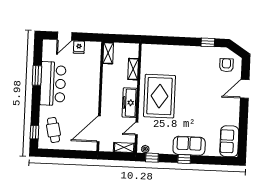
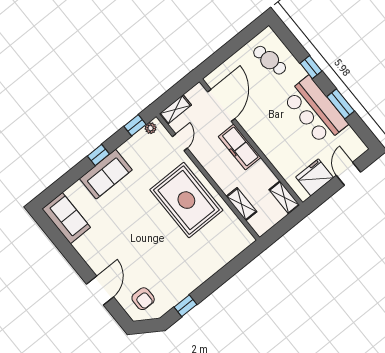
fridge: (79, 47) -> (315, 177), width x1.88, depth x1.34
freezer: (130, 103) -> (240, 147), moved, turned 180
window: (34, 132) -> (311, 67), moved

